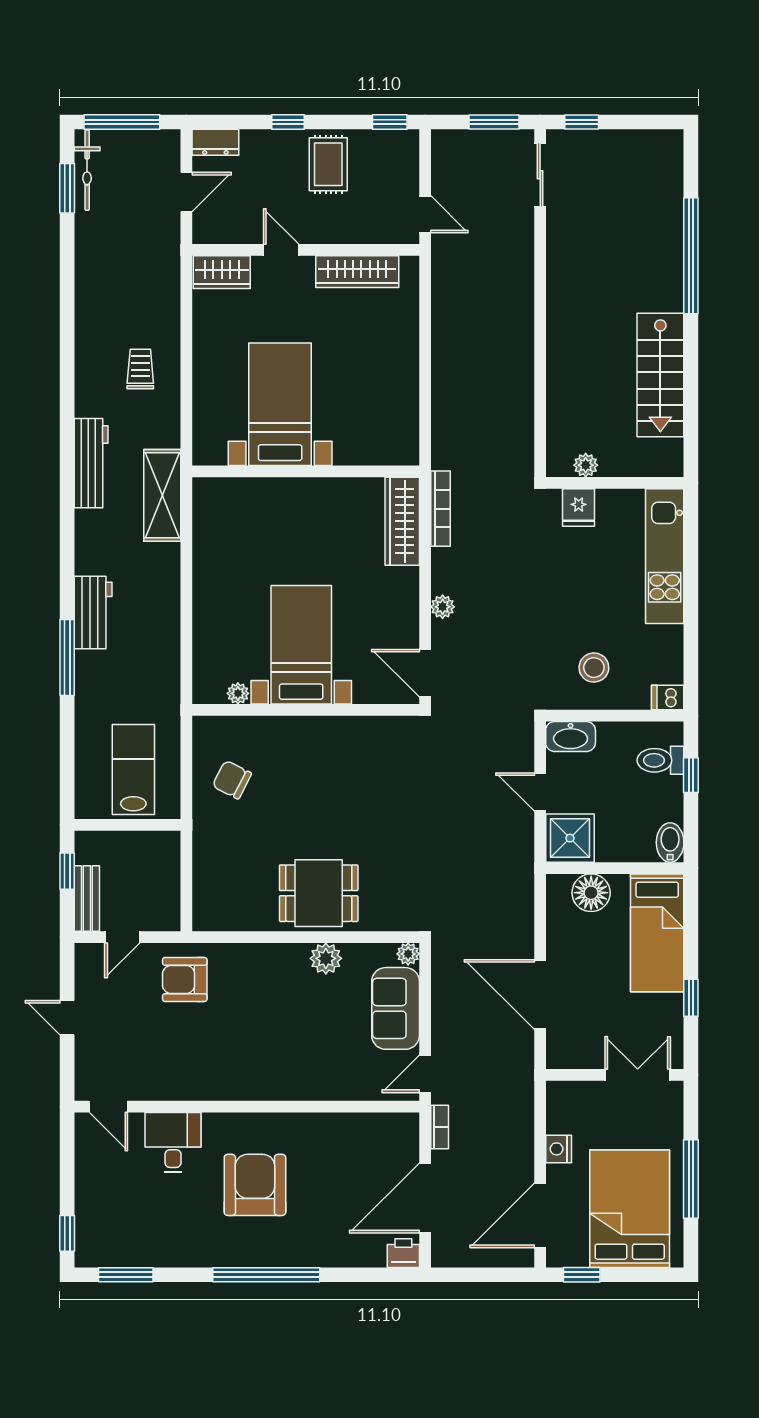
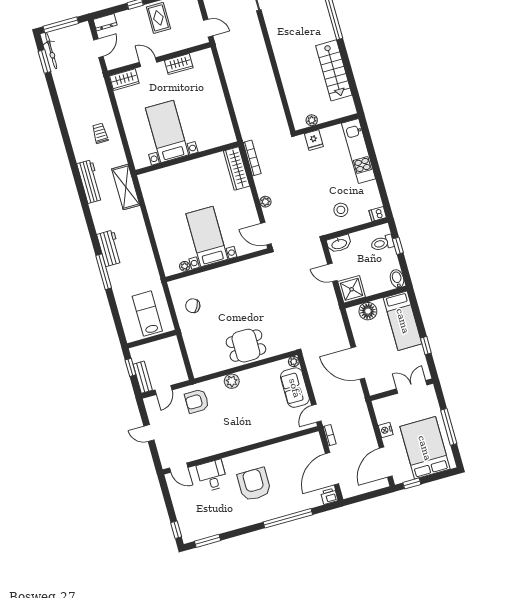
wardrobe: (357, 272) -> (179, 64), width x0.67
plant: (326, 958) -> (232, 381), moved
window: (266, 1275) -> (288, 518), moved

